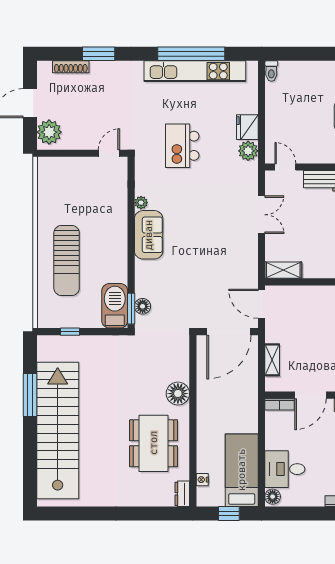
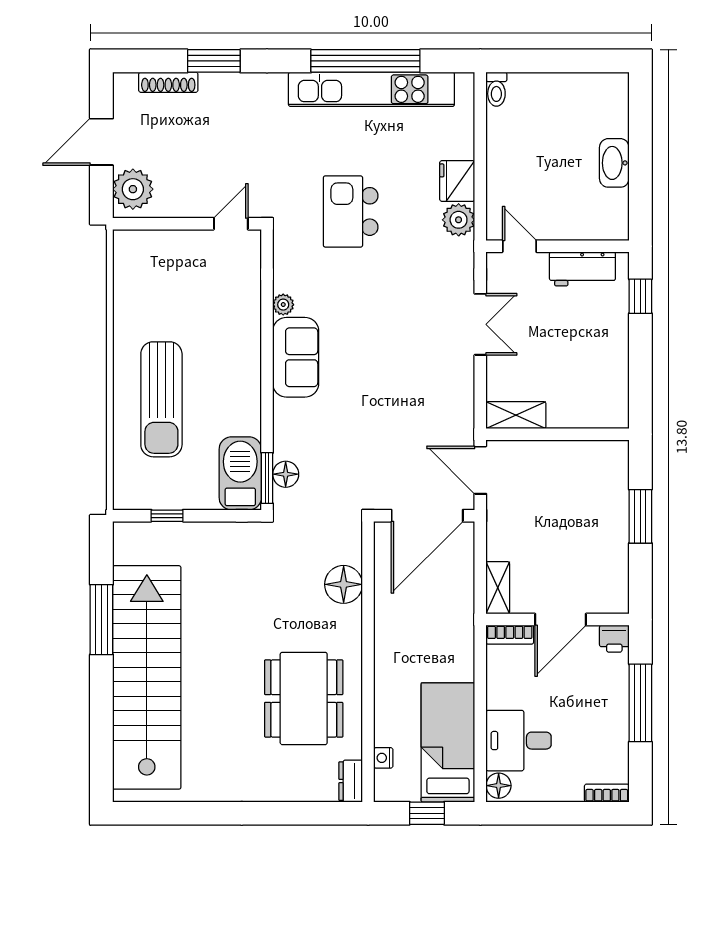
shelving: (272, 360) -> (498, 588), moved
floor lamp: (178, 394) -> (344, 584), moved

